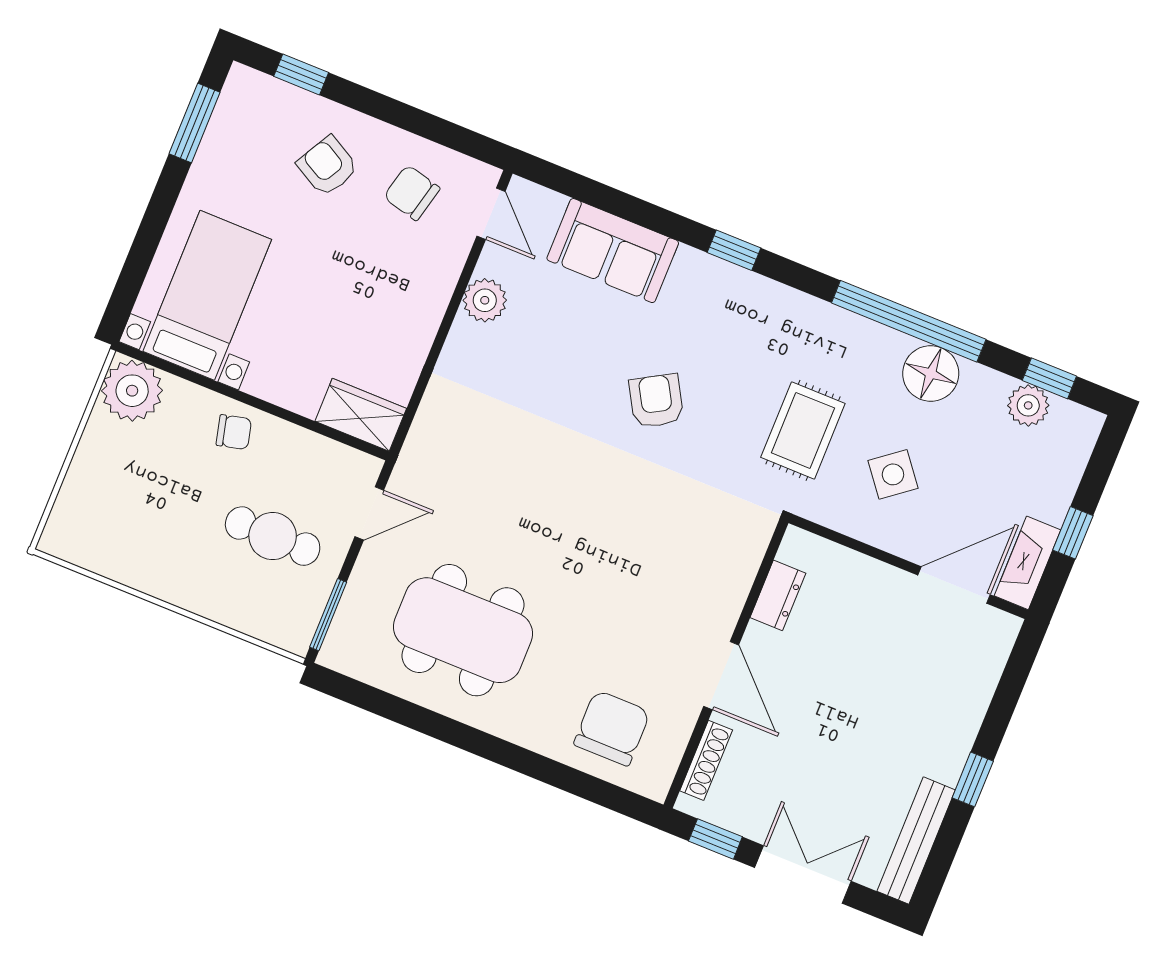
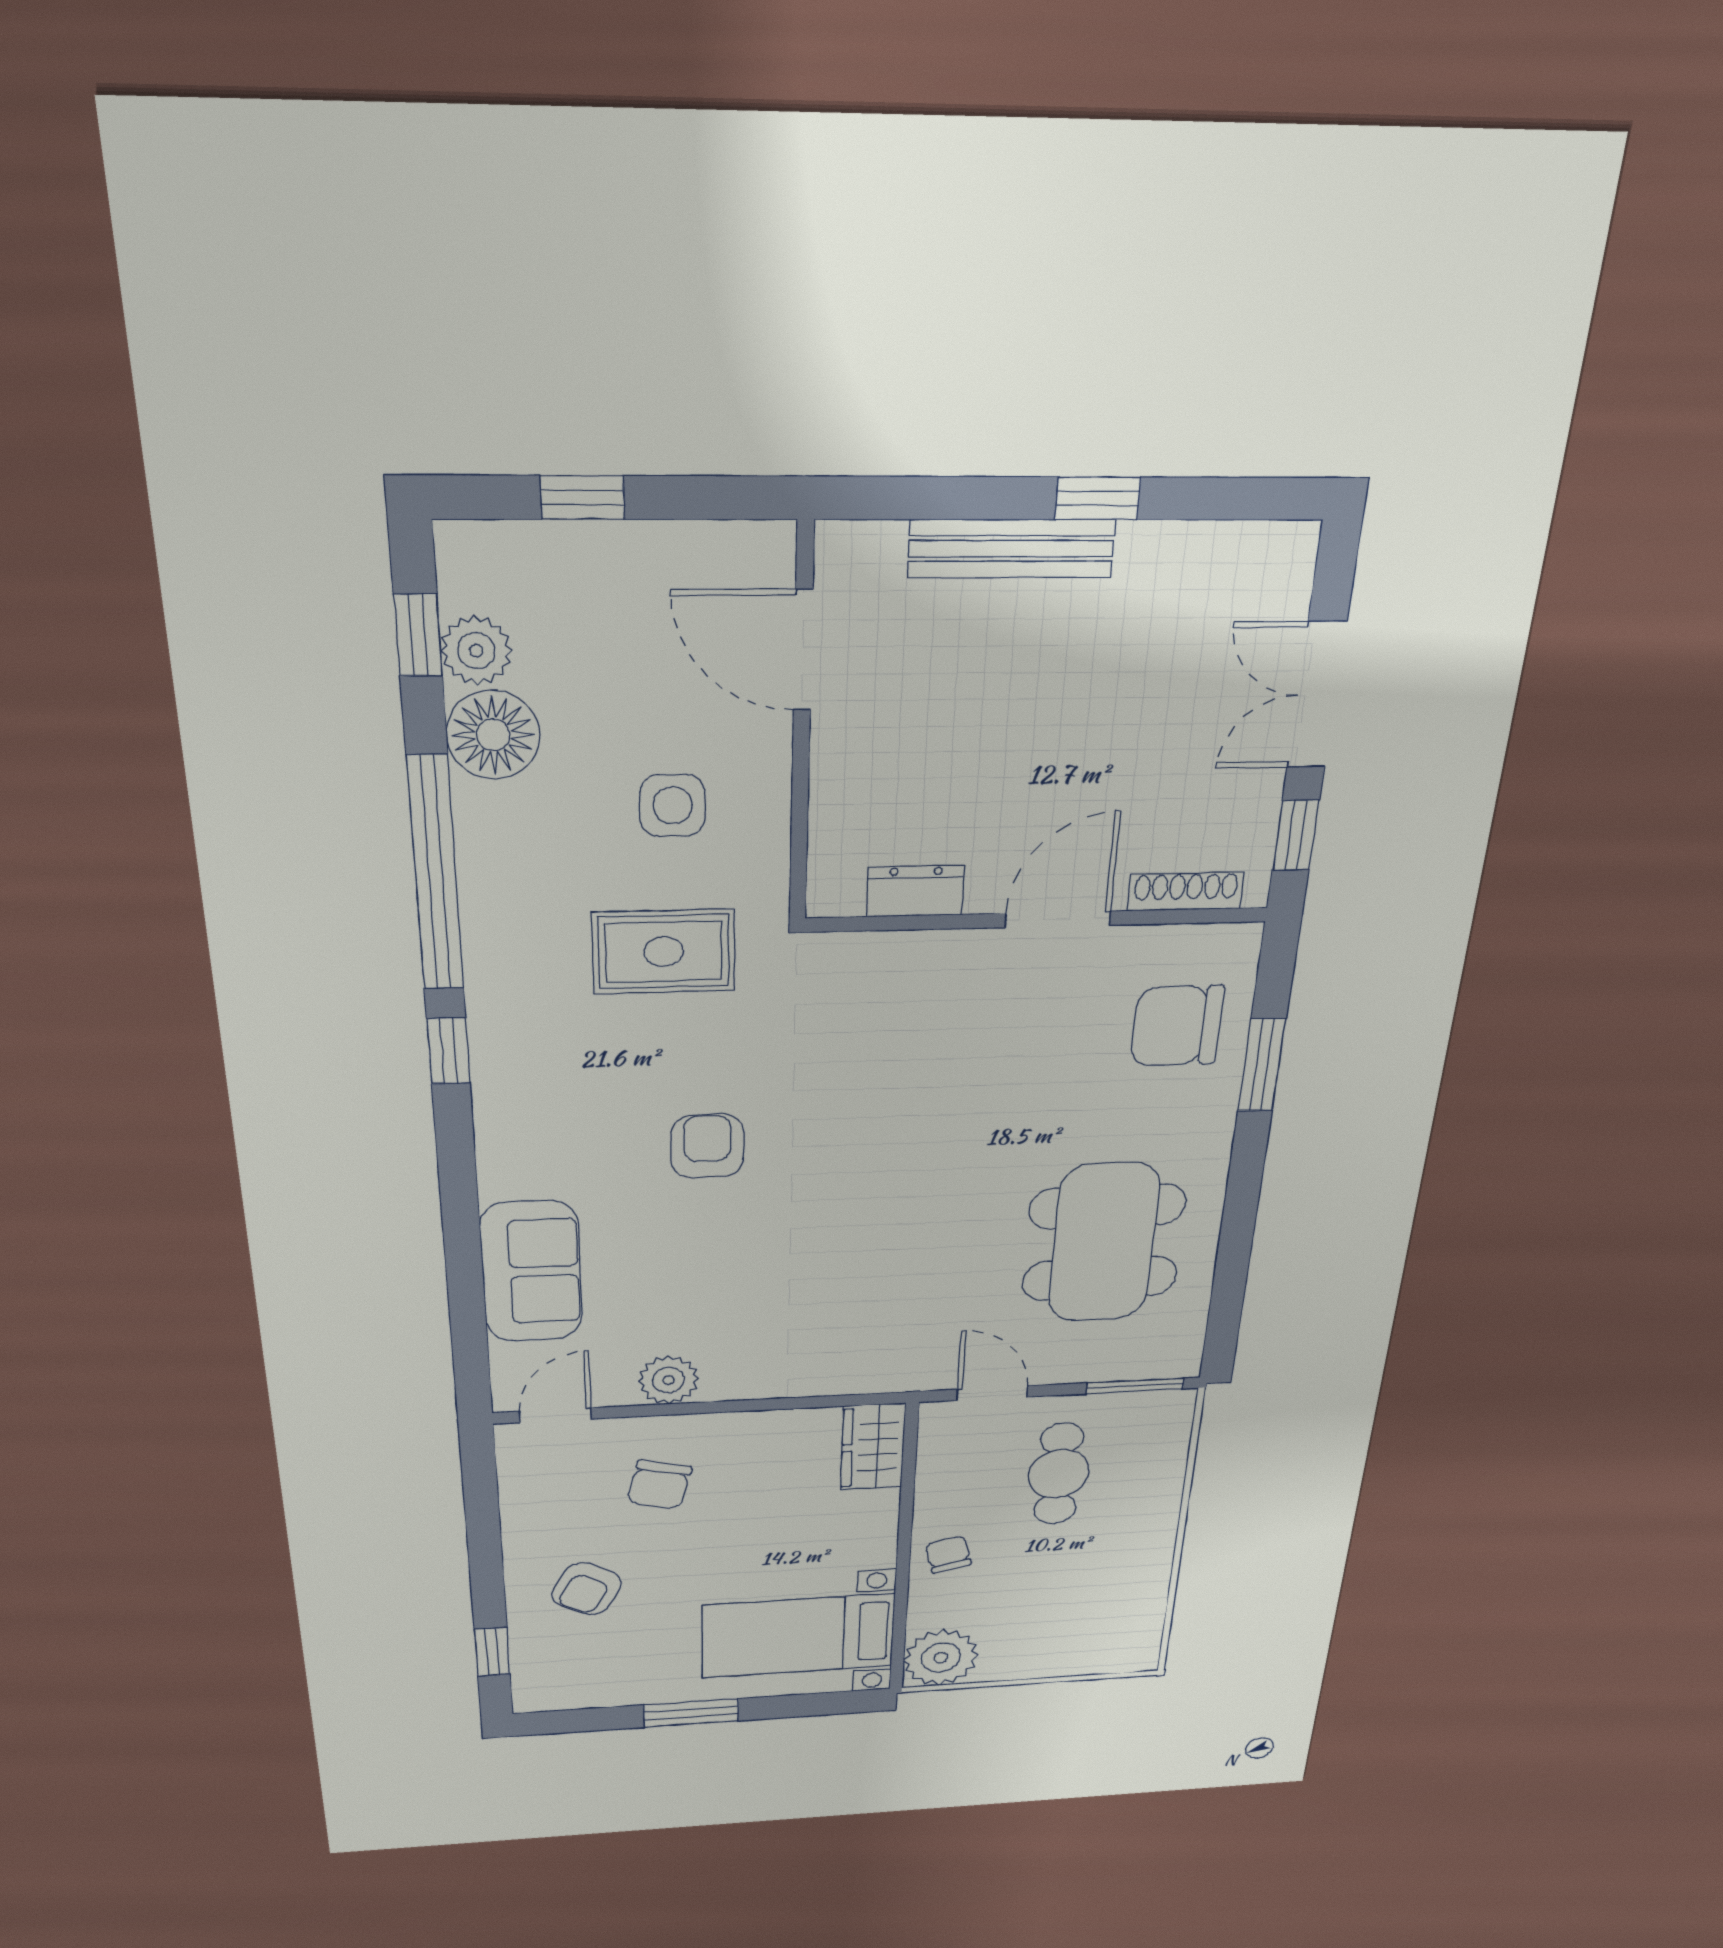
window: (195, 123) -> (691, 1713), moved
chair: (412, 193) -> (659, 1485), moved
window: (734, 250) -> (448, 1051), moved
floor lamp: (931, 373) -> (493, 735), moved
armchair: (656, 401) -> (707, 1146), turned 120
side table: (893, 474) -> (673, 806), turned 38
window: (1073, 533) -> (583, 497), moved
fireplace: (1028, 563) -> (723, 551), removed
window: (558, 775) -> (1262, 1065), added
bench: (916, 841) -> (1012, 549), moved

